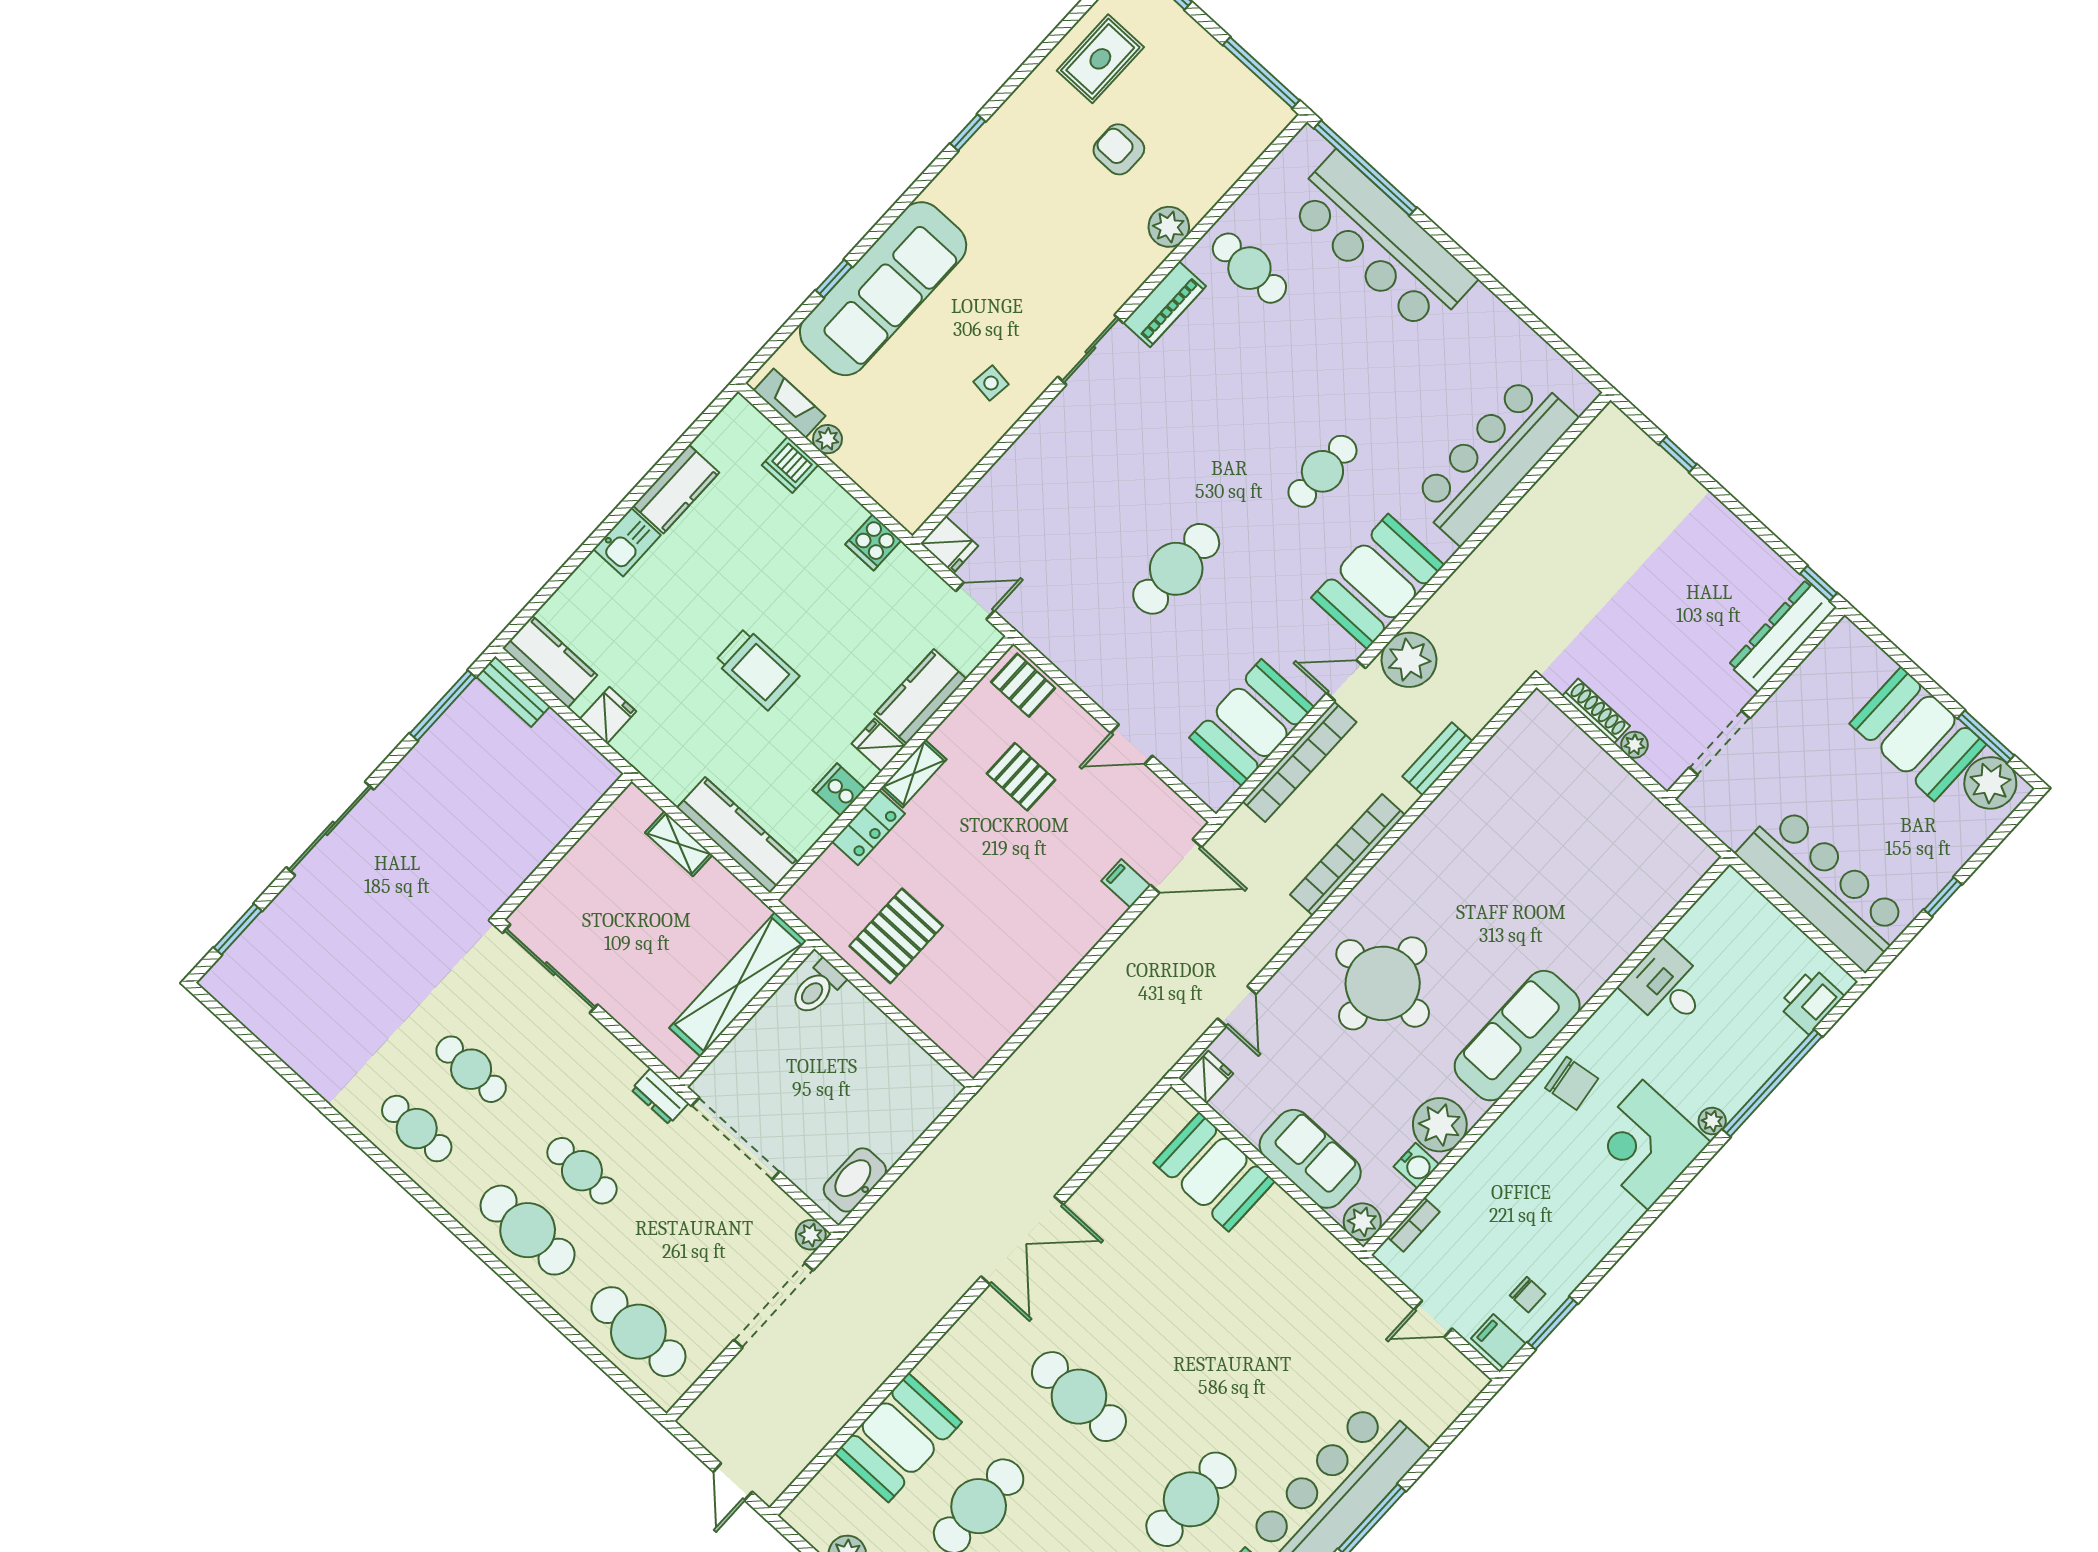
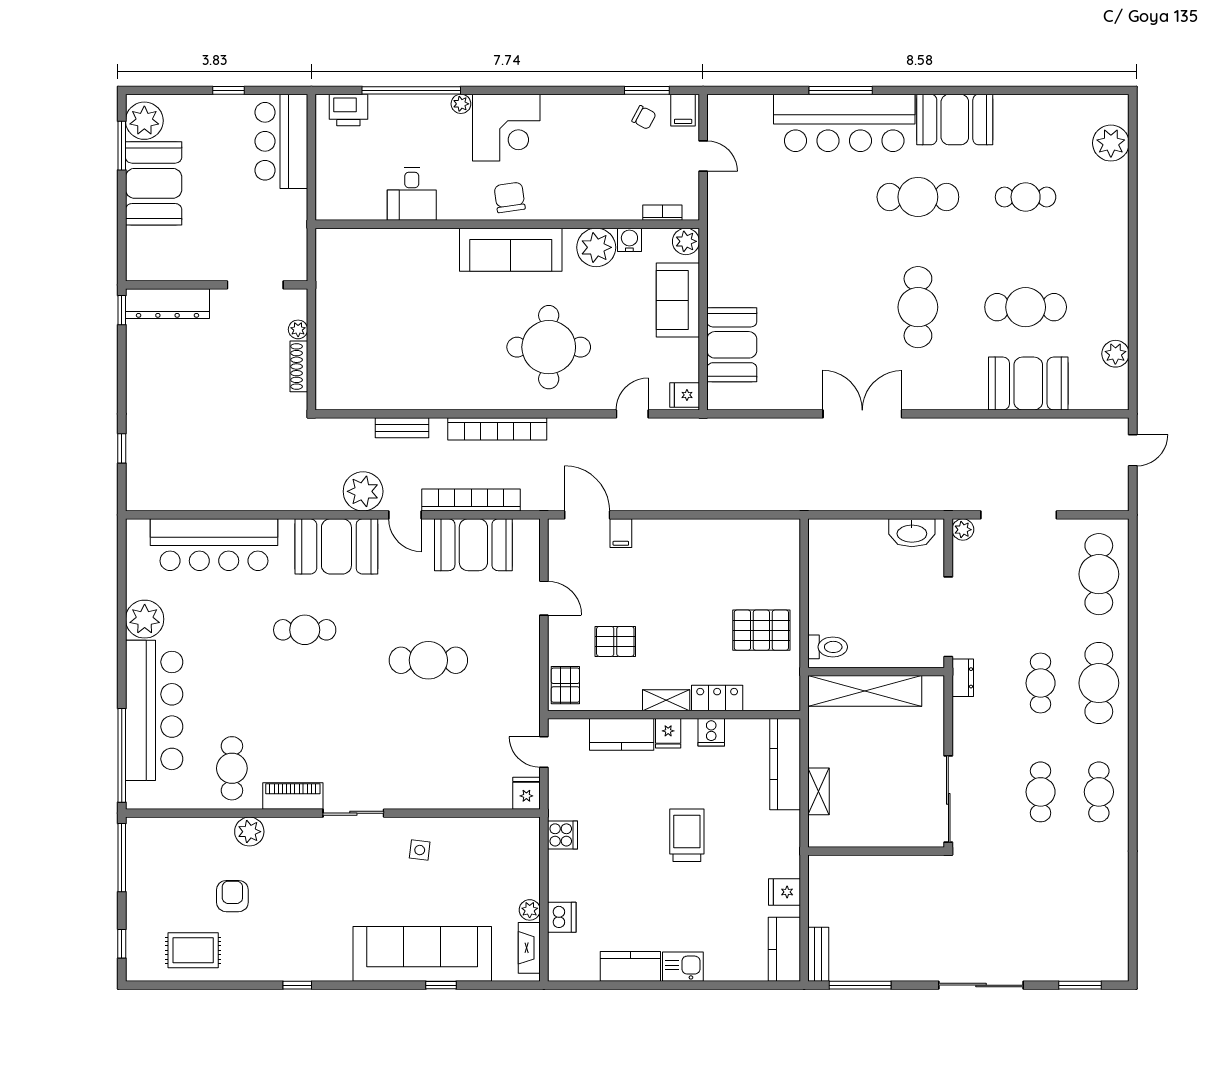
armchair: (1119, 149) -> (232, 896), turned 180
plant: (1483, 318) -> (145, 619), added
pallet: (1021, 777) -> (615, 641), turned 90
bar counter: (1824, 887) -> (281, 141), width x0.73
chair: (1528, 1295) -> (644, 117), turned 118

